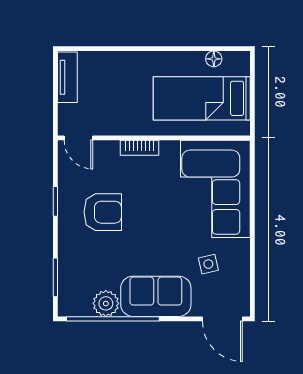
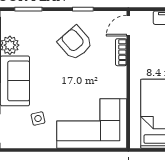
bookcase: (139, 148) -> (121, 52), moved
armchair: (103, 212) -> (75, 43), turned 139

